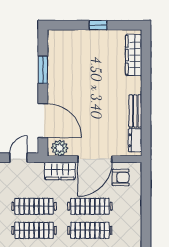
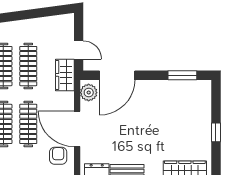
window: (43, 70) -> (182, 75), moved
wardrobe: (60, 171) -> (65, 75), moved
armchair: (121, 177) -> (58, 156), turned 180

